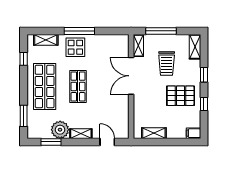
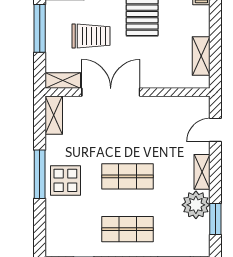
window: (161, 31) -> (40, 28), moved
shelving: (46, 40) -> (54, 115), moved
double door: (131, 76) -> (111, 92), swing flipped
shop shelf: (45, 86) -> (127, 229), width x0.70, depth x0.74

